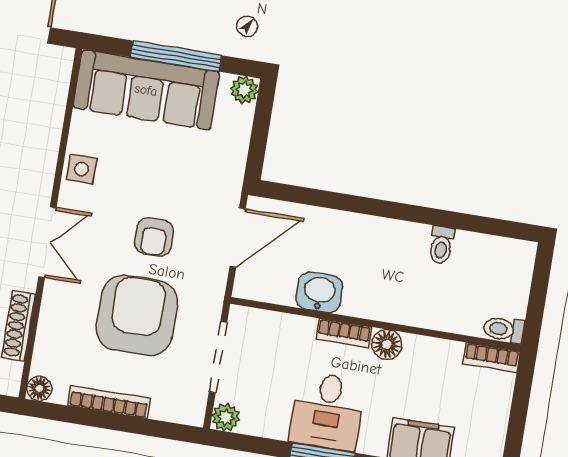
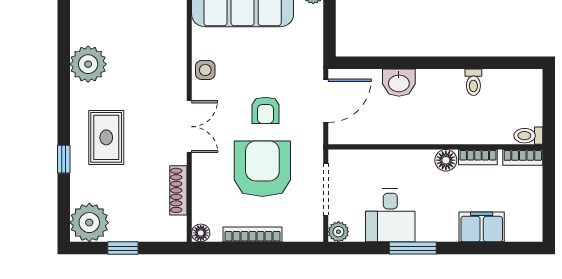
washbasin: (319, 293) -> (399, 83), moved, turned 180
bookcase: (344, 333) -> (478, 157), moved
desk: (327, 411) -> (390, 215), moved

